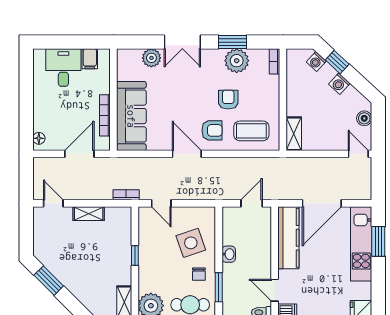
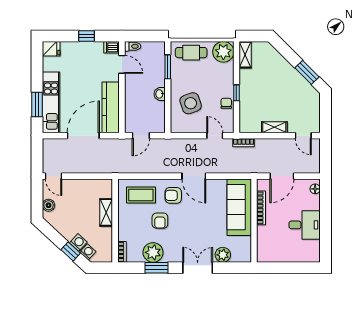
filing cabinet: (90, 59) -> (273, 254), removed
desk: (63, 68) -> (305, 225), moved, turned -90
washing machine: (339, 84) -> (78, 242), moved
shelving: (294, 134) -> (106, 212), moved
chair: (199, 274) -> (226, 103), moved

